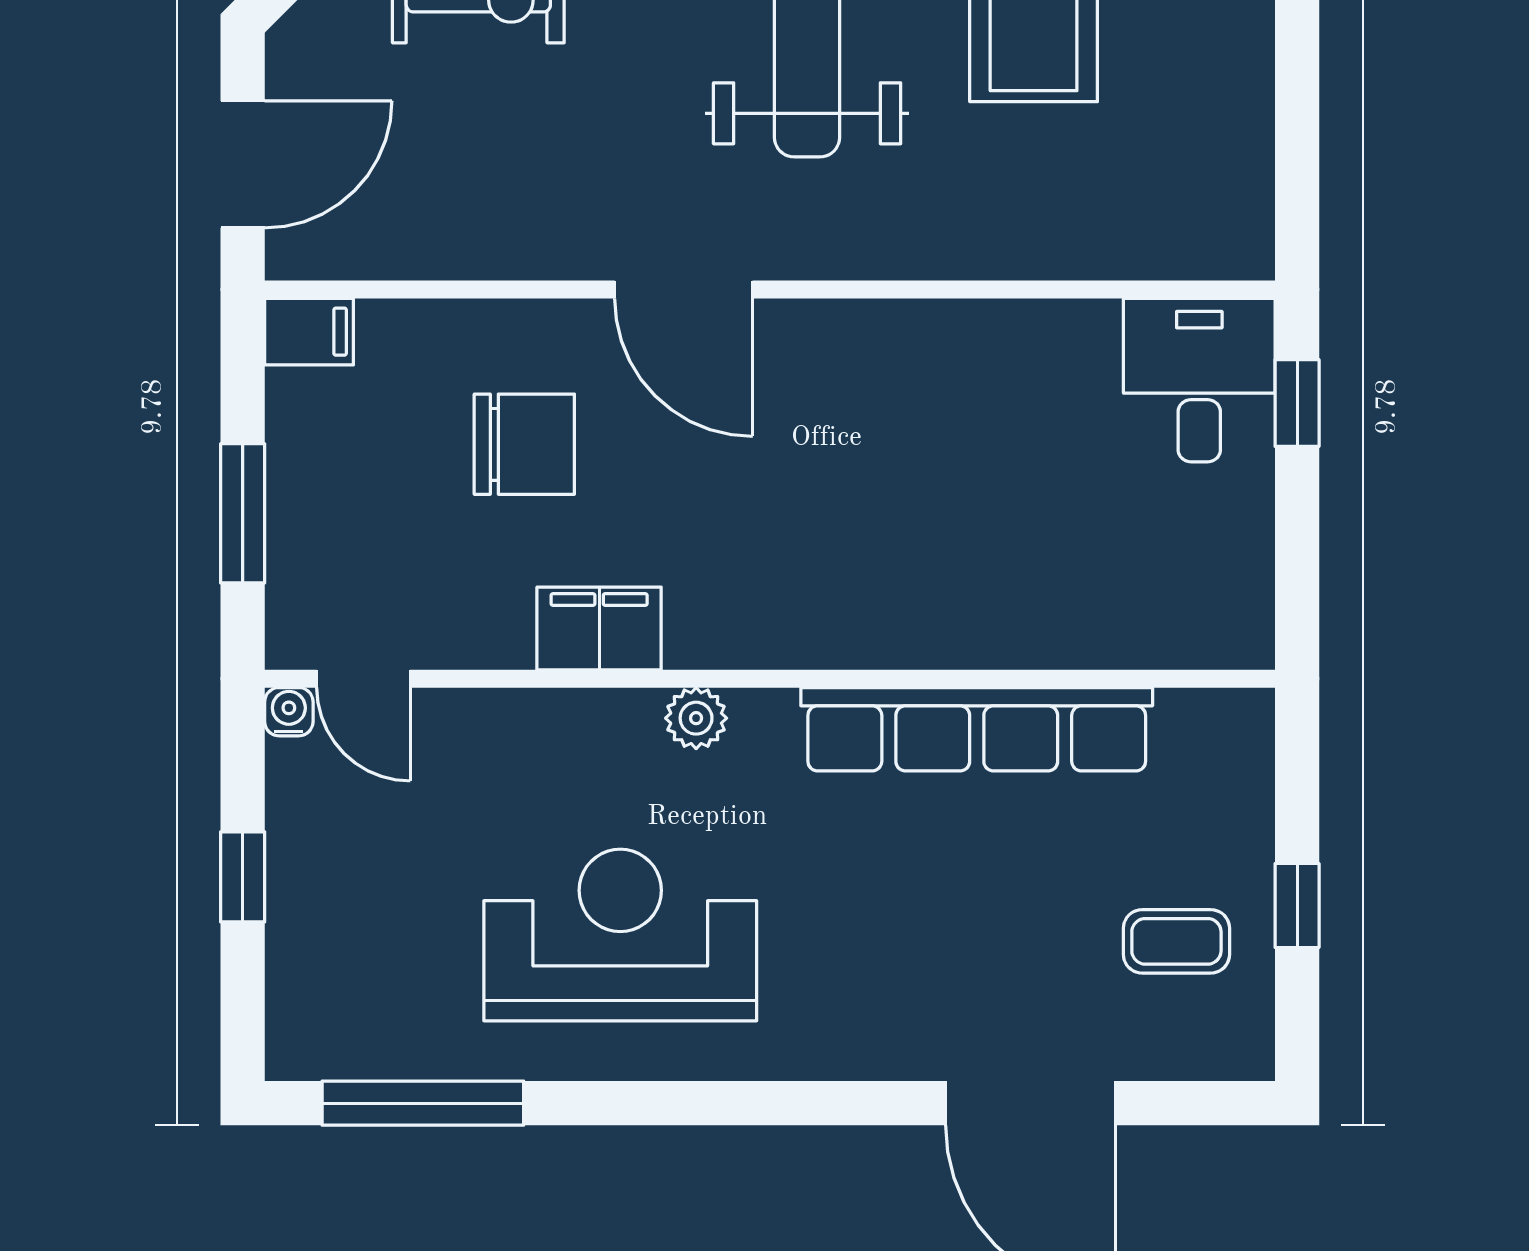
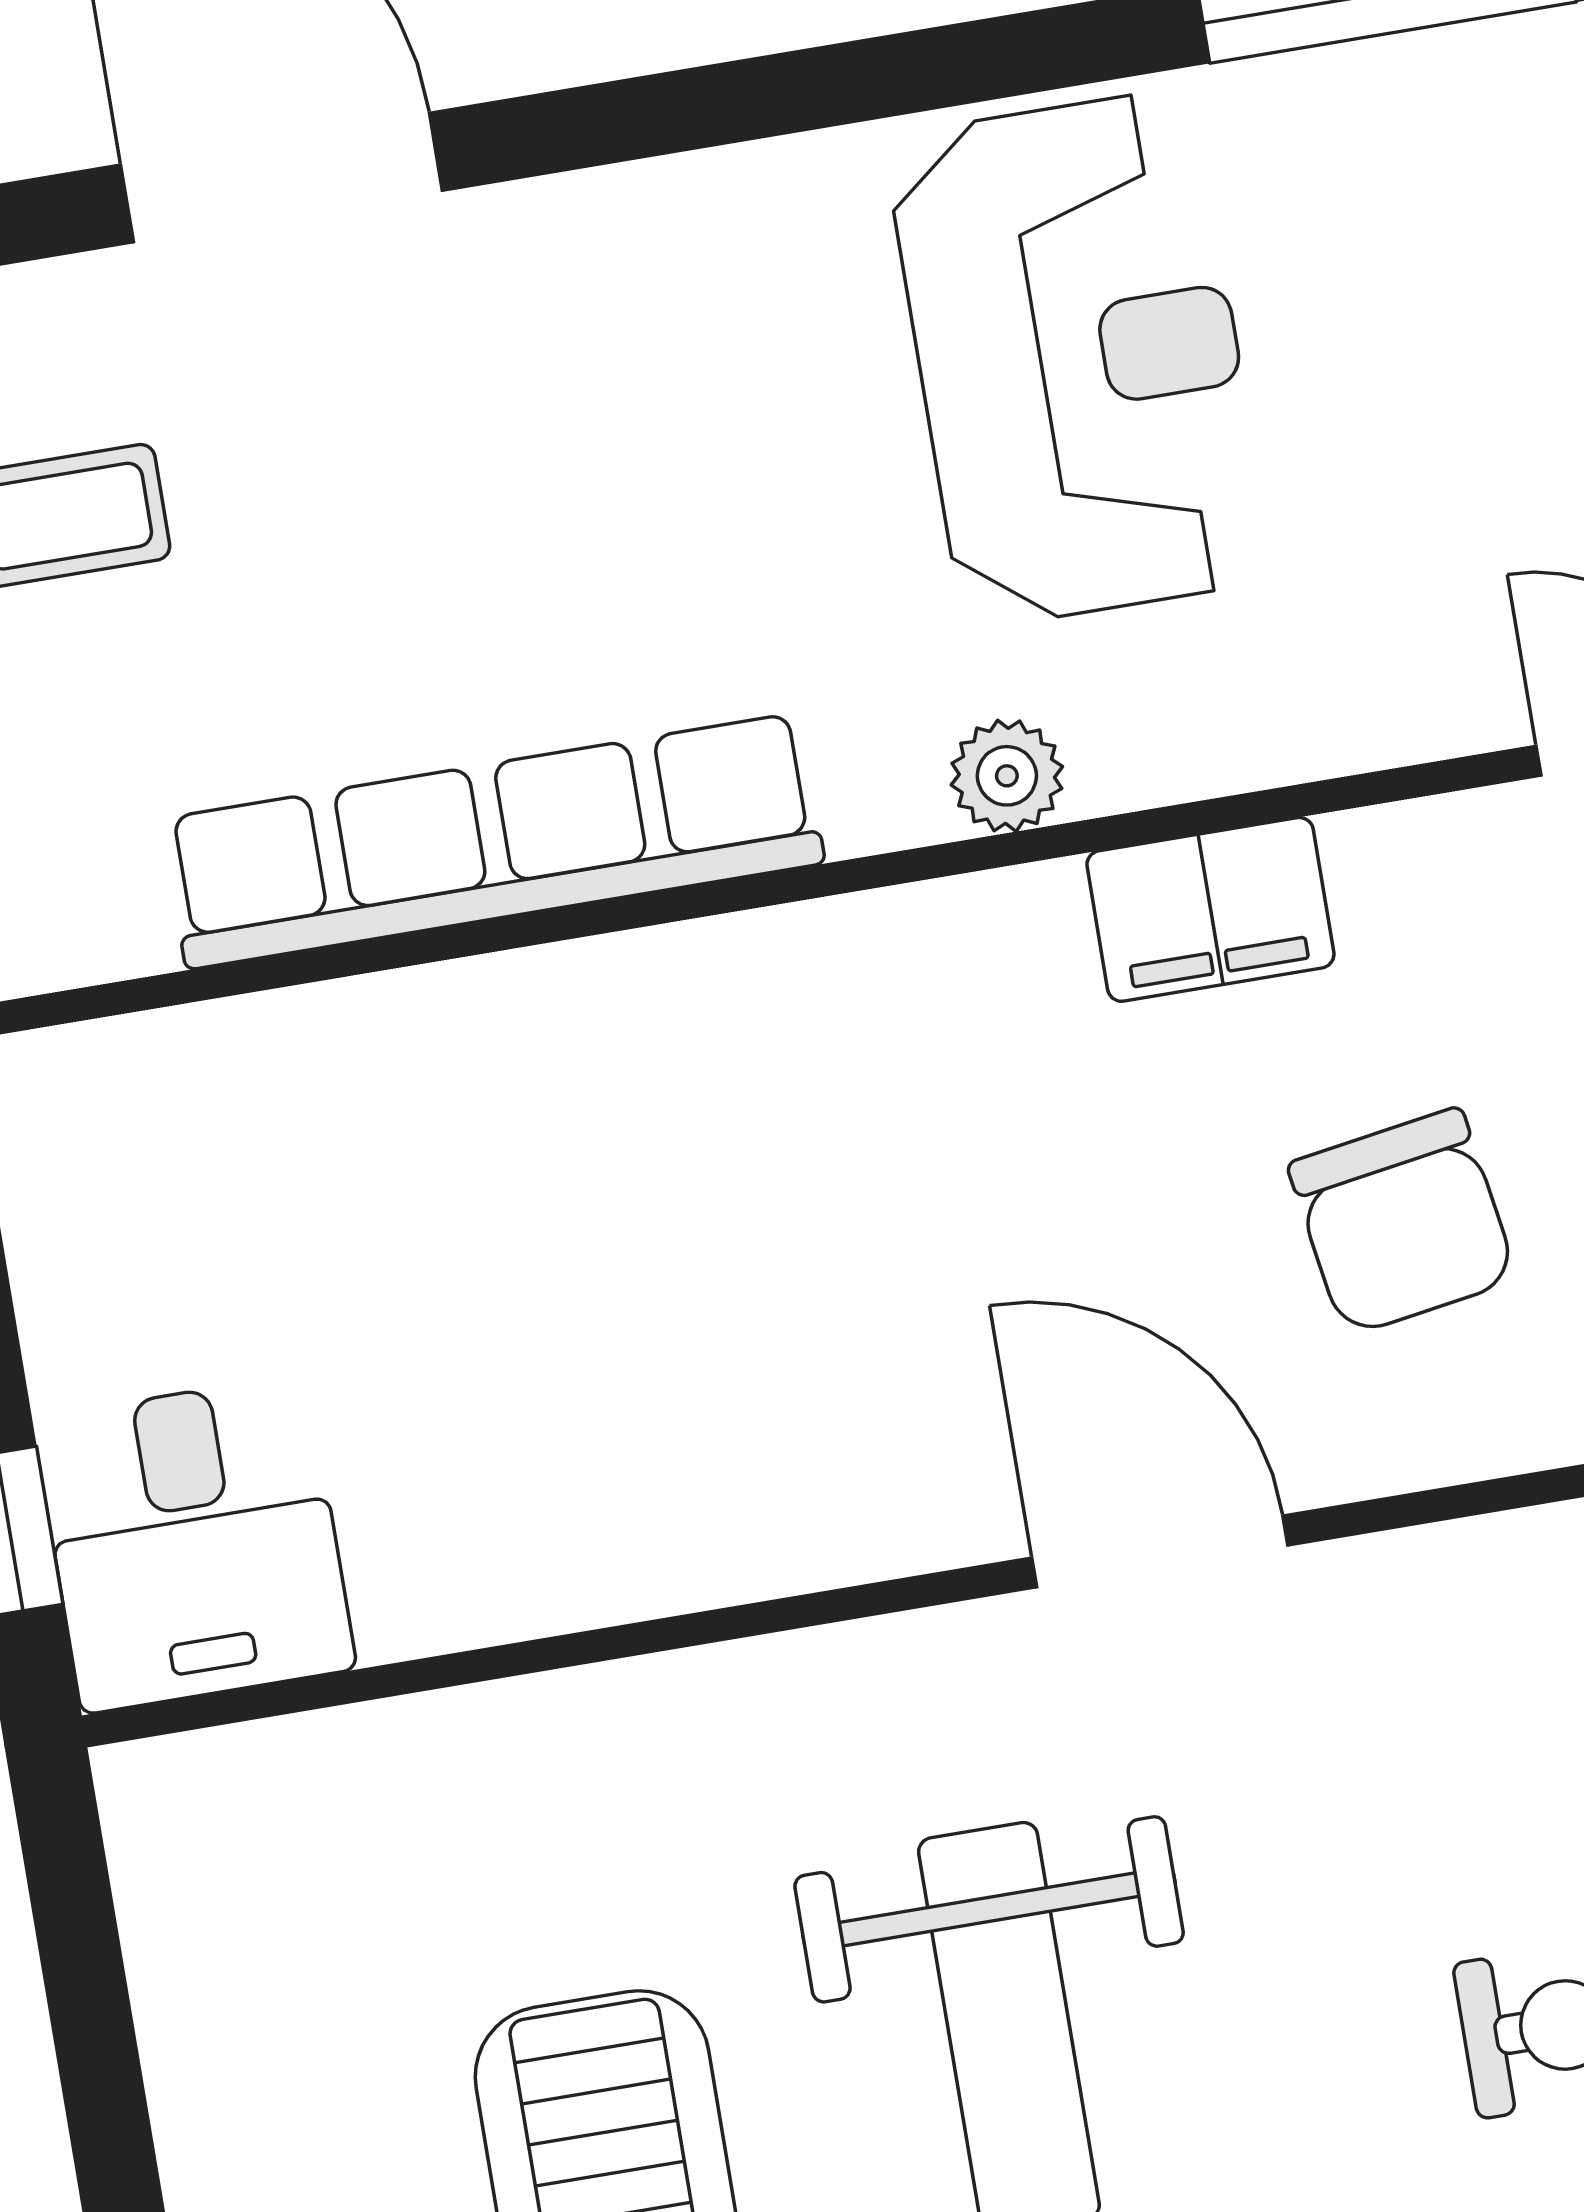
chair: (524, 444) -> (1402, 1222), turned -99
reception desk: (620, 935) -> (1079, 358), turned -90

